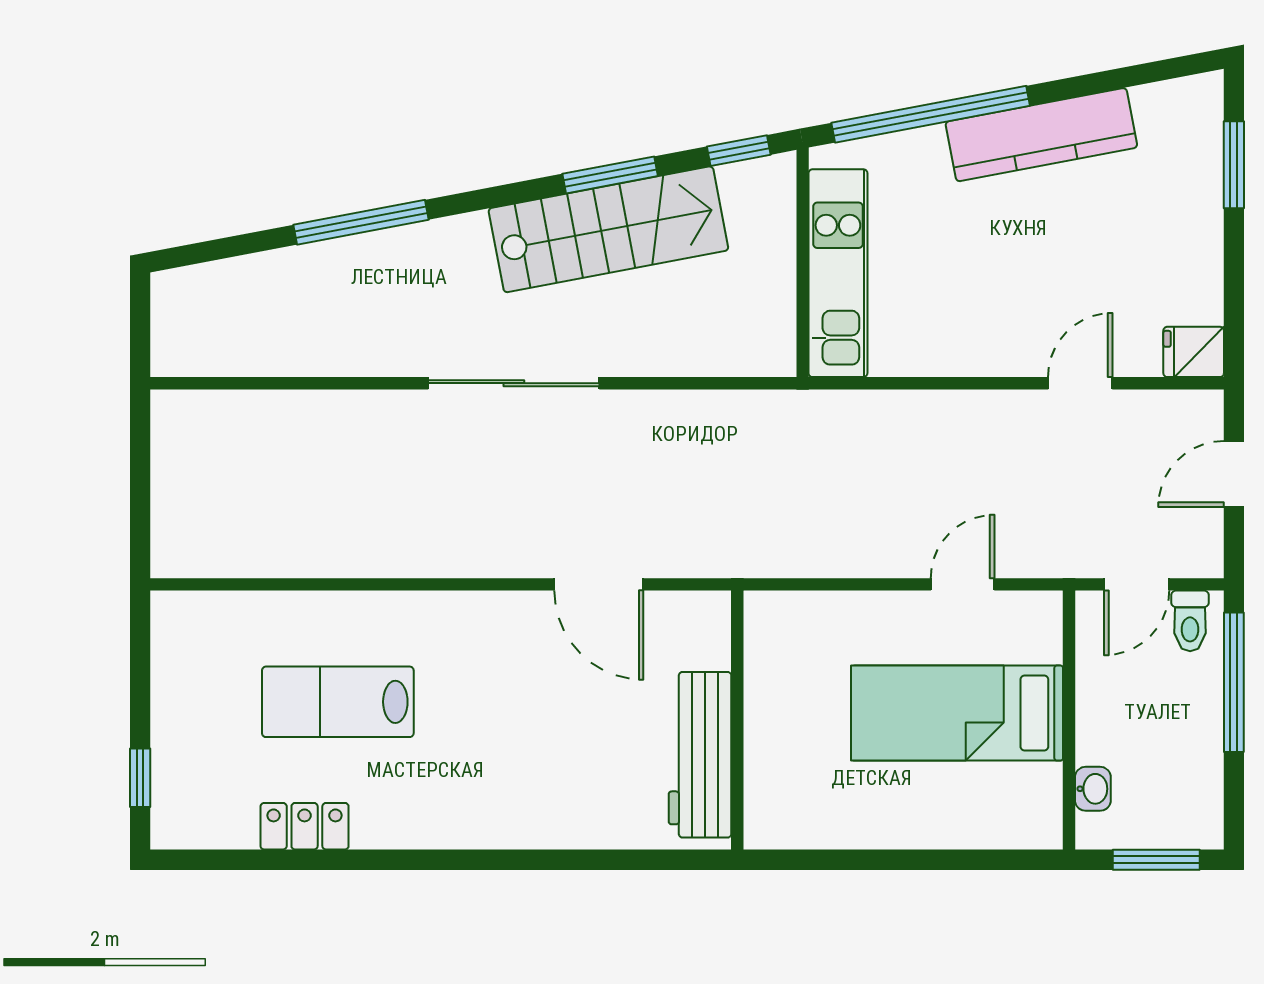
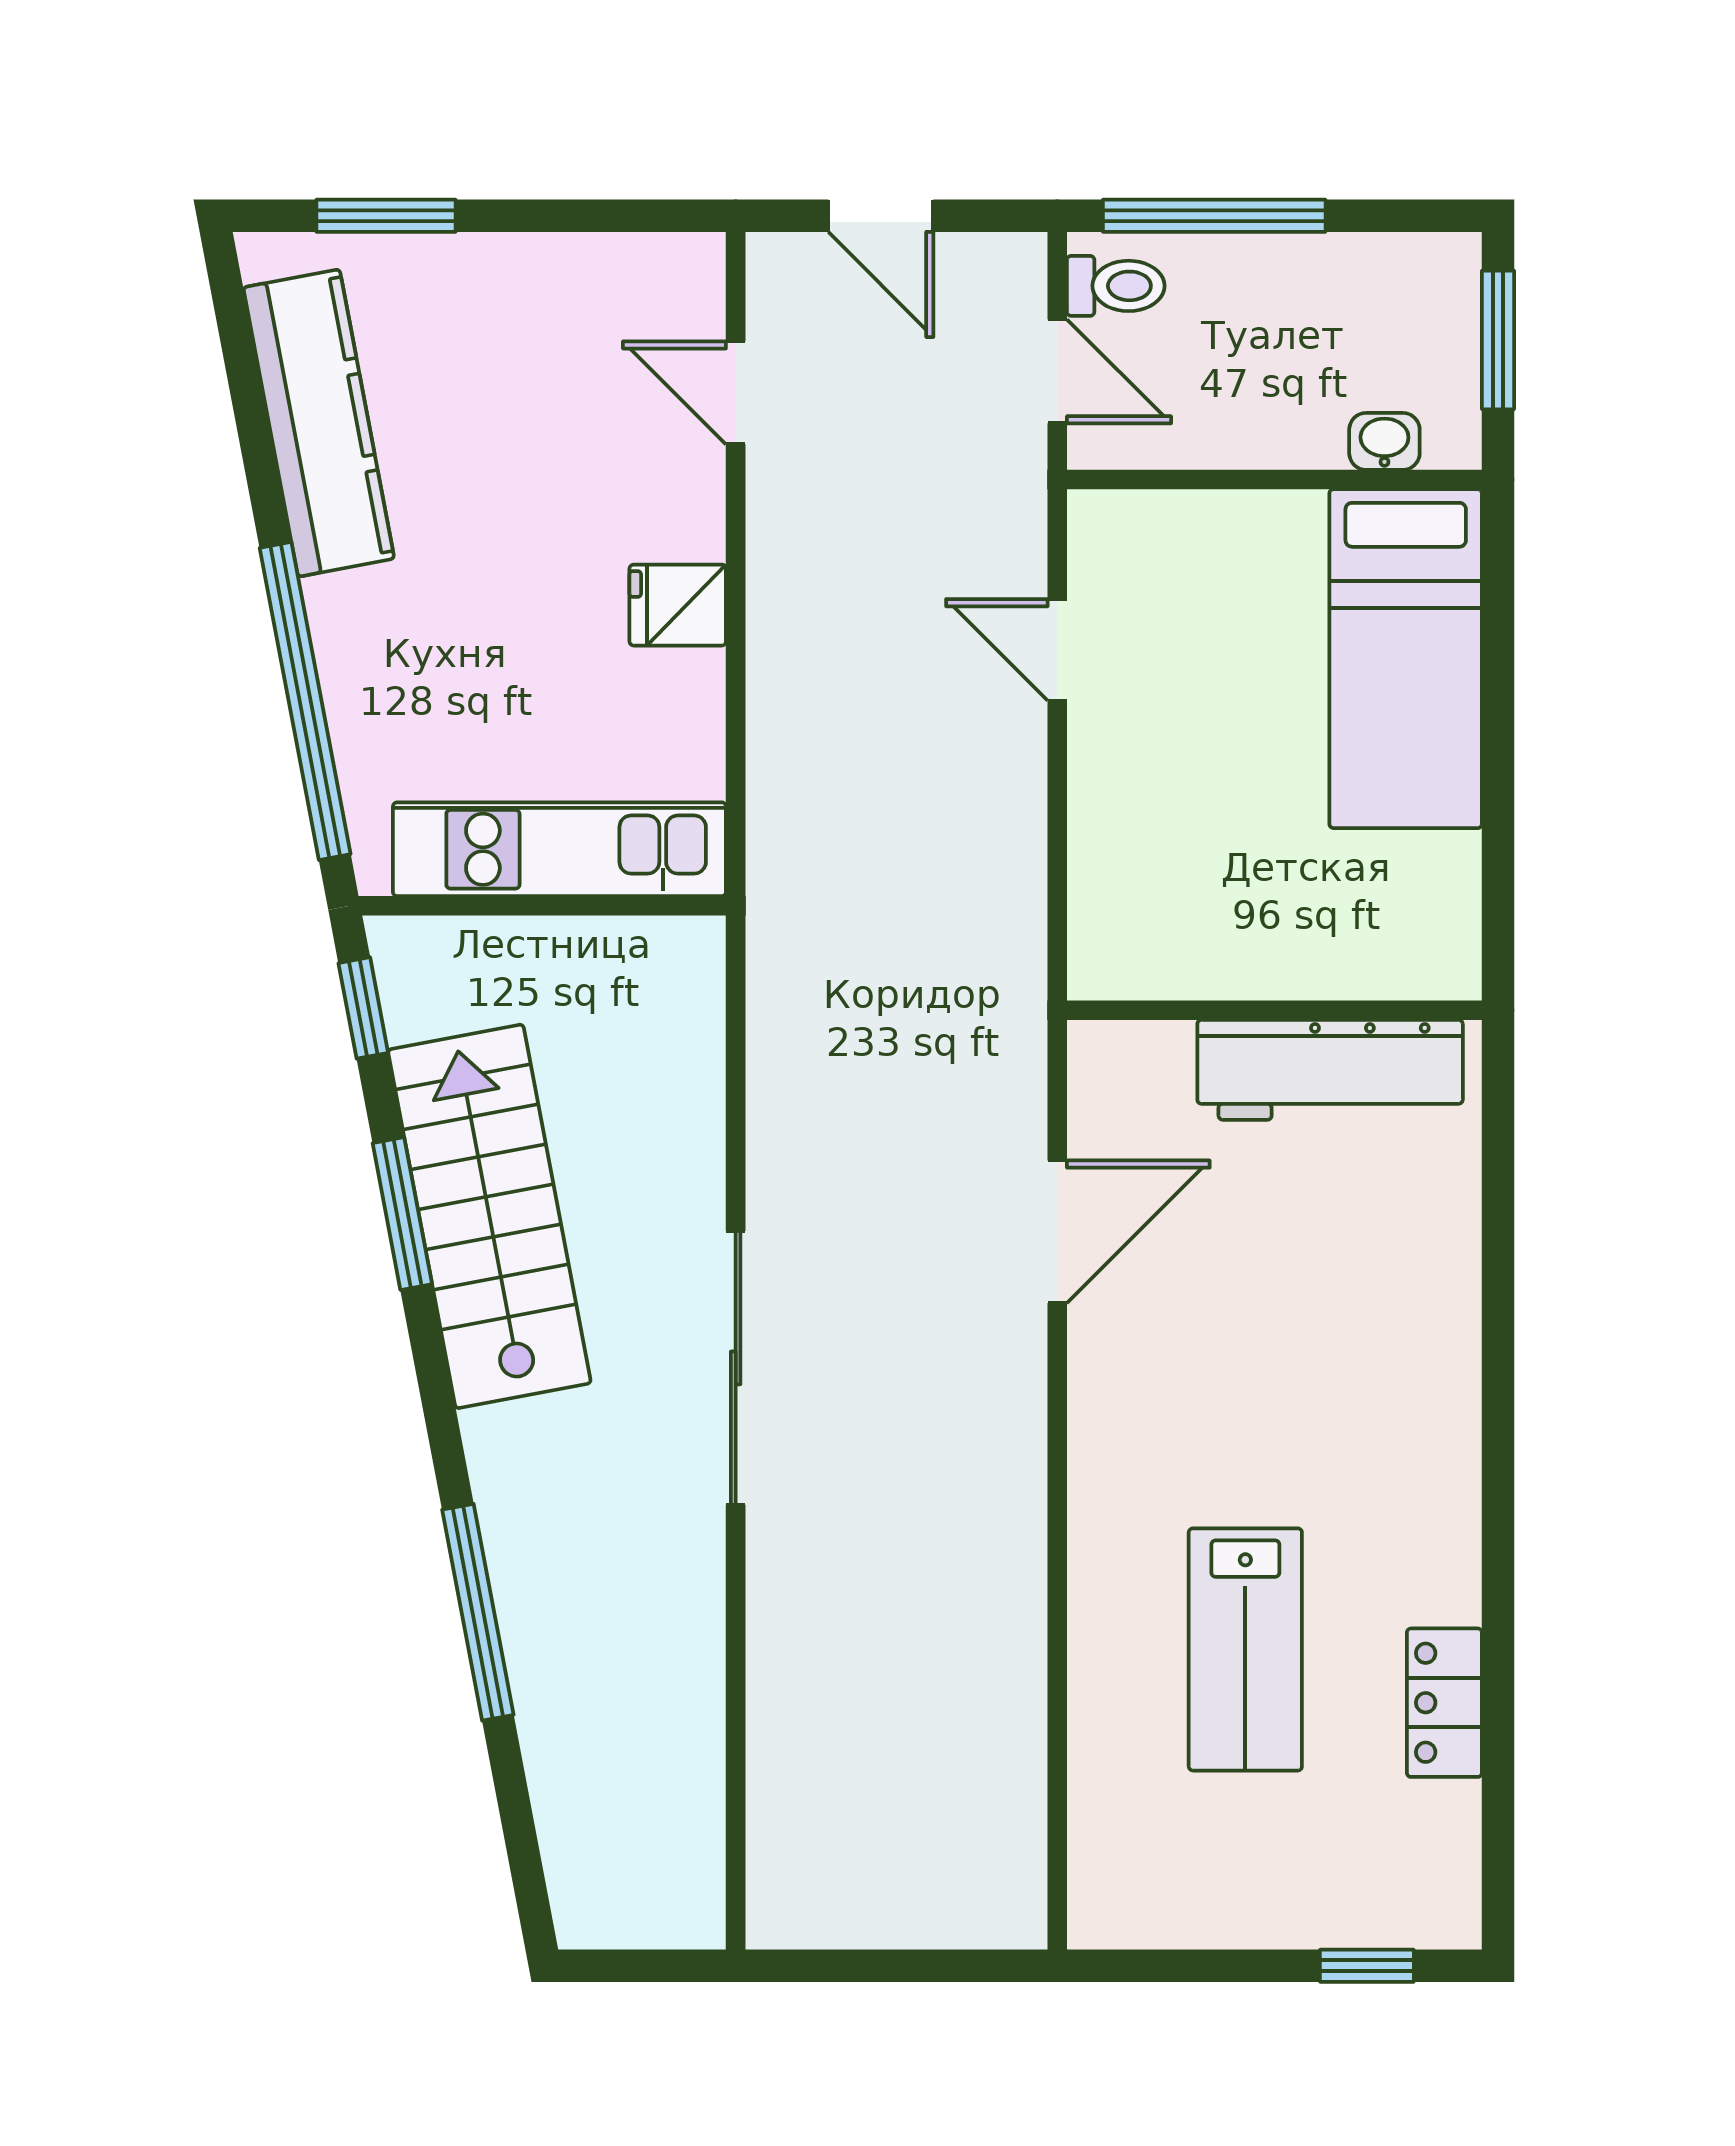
kitchen counter: (1041, 135) -> (319, 423), moved
fridge: (1194, 352) -> (678, 605), moved, turned 90
door: (1080, 383) -> (736, 393), moved
bed: (957, 713) -> (1406, 659), moved

